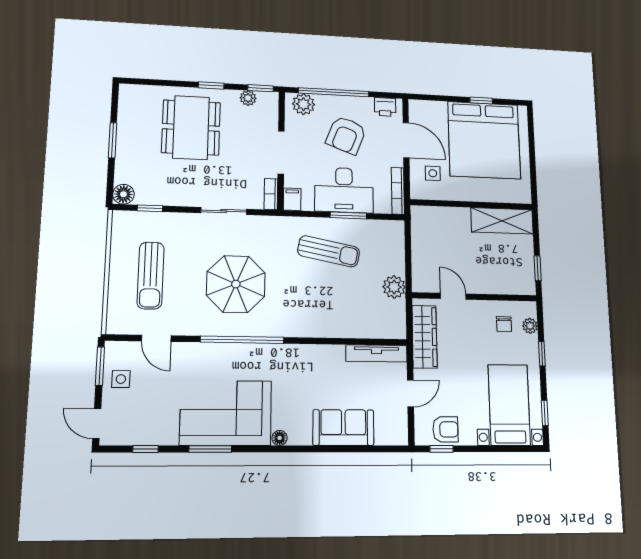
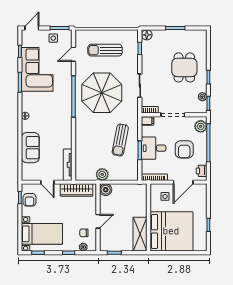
dining table: (191, 127) -> (184, 67), width x0.73
armchair: (346, 135) -> (184, 149), turned -111
bed: (484, 140) -> (171, 231), moved, turned 180
desk: (344, 190) -> (154, 148), width x0.73
boiler: (423, 281) -> (106, 190), added
parasol: (236, 284) -> (102, 93), width x1.36, depth x1.36
door: (453, 296) -> (98, 221), moved
corner sofa: (226, 413) -> (37, 69), moved

